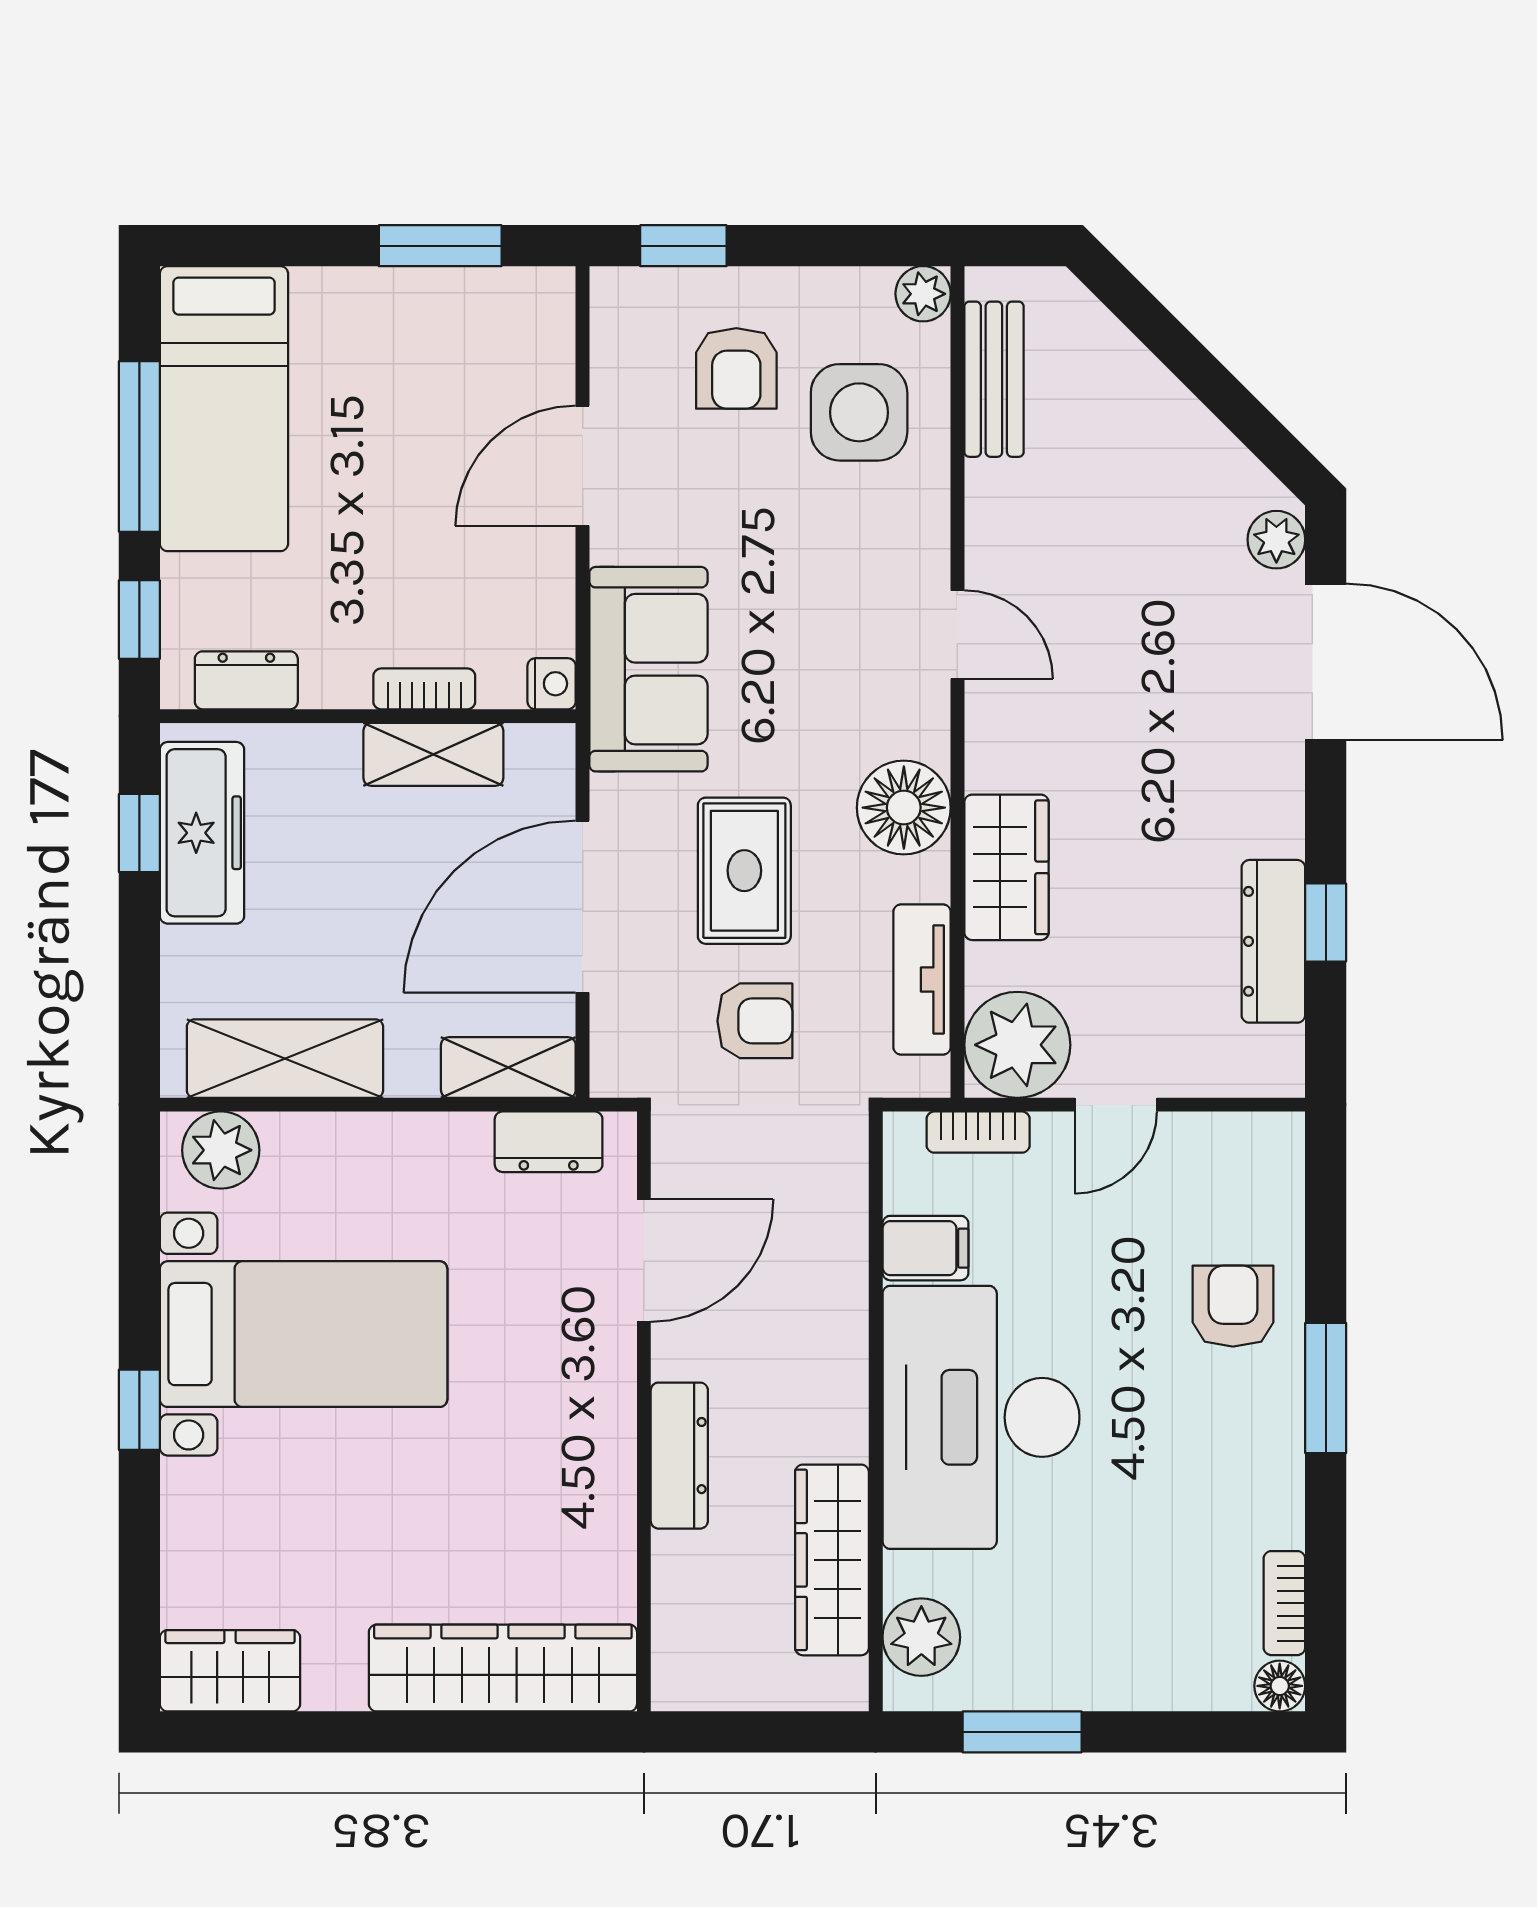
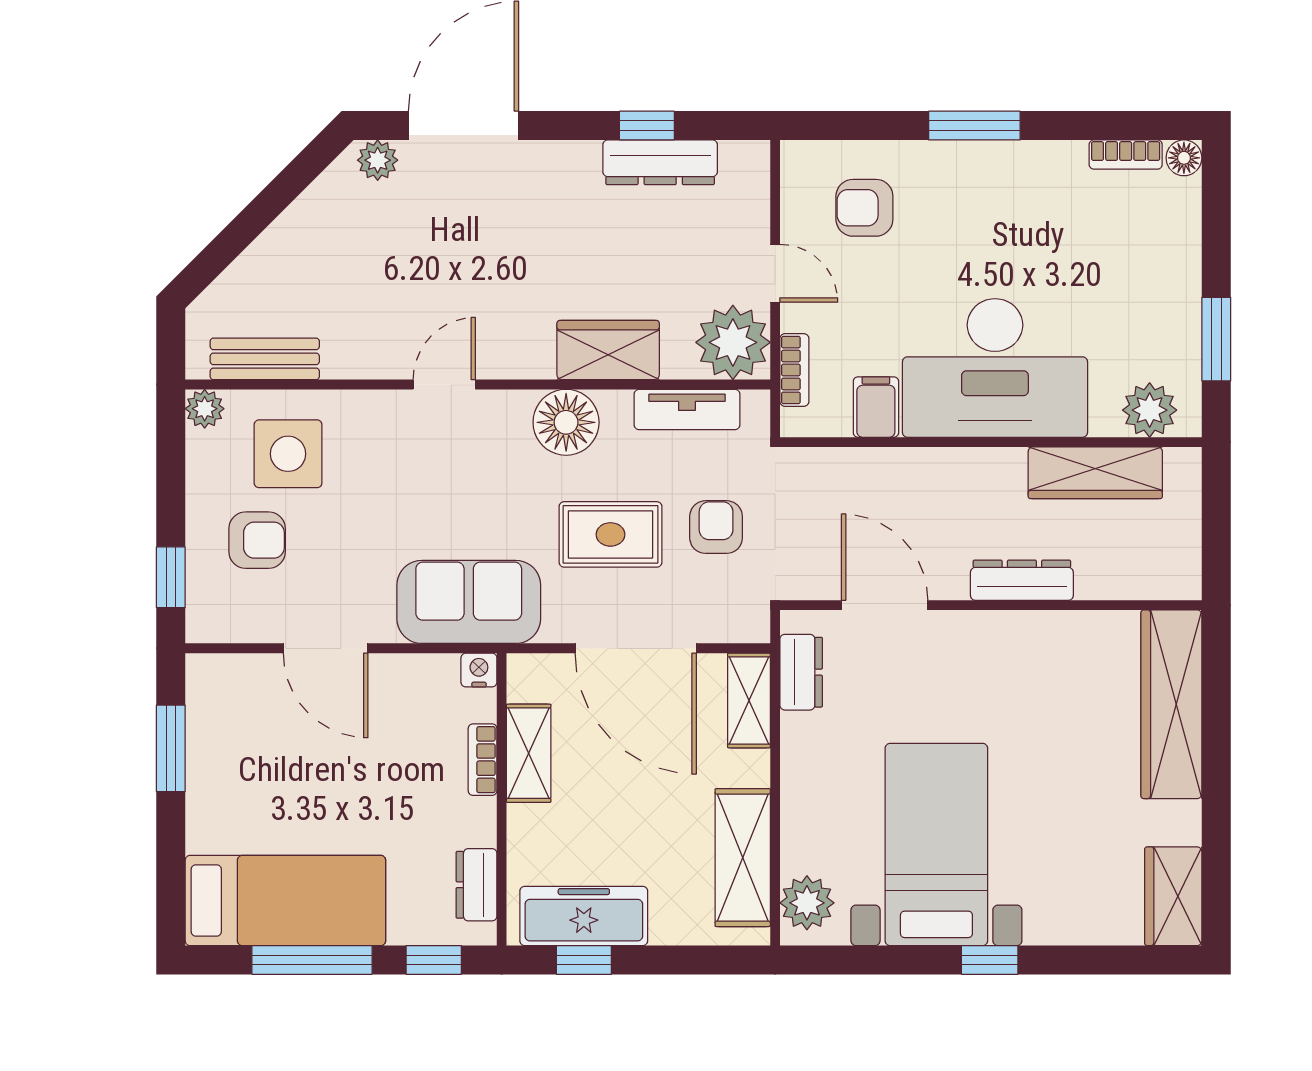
armchair: (1233, 1306) -> (864, 208), moved

